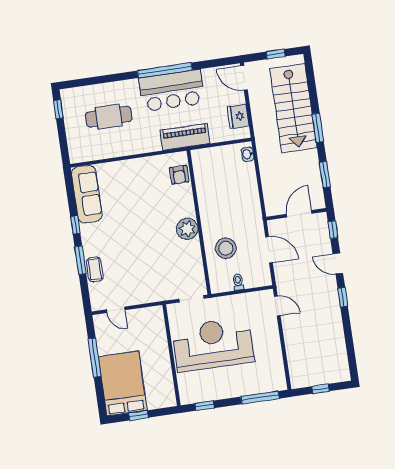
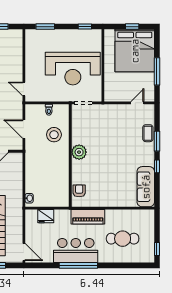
fridge: (238, 116) -> (46, 216), moved, turned 90
piano: (185, 137) -> (88, 217), moved
door: (116, 310) -> (137, 103), hinge flipped
bed: (123, 383) -> (135, 51), width x1.36
window: (260, 398) -> (45, 27), width x0.69

